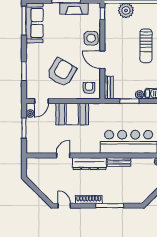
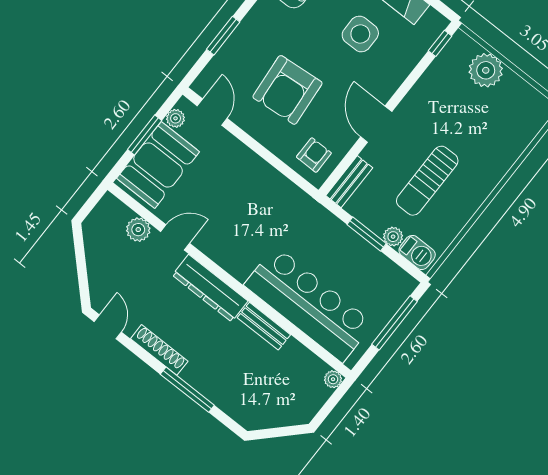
side table: (91, 38) -> (360, 34), moved
sun lounger: (146, 46) -> (427, 181), moved
armchair: (62, 72) -> (288, 90), turned 145
door: (41, 101) -> (212, 112), swing flipped
booth: (72, 114) -> (158, 165), moved, turned 90
plant: (48, 163) -> (138, 230), added

